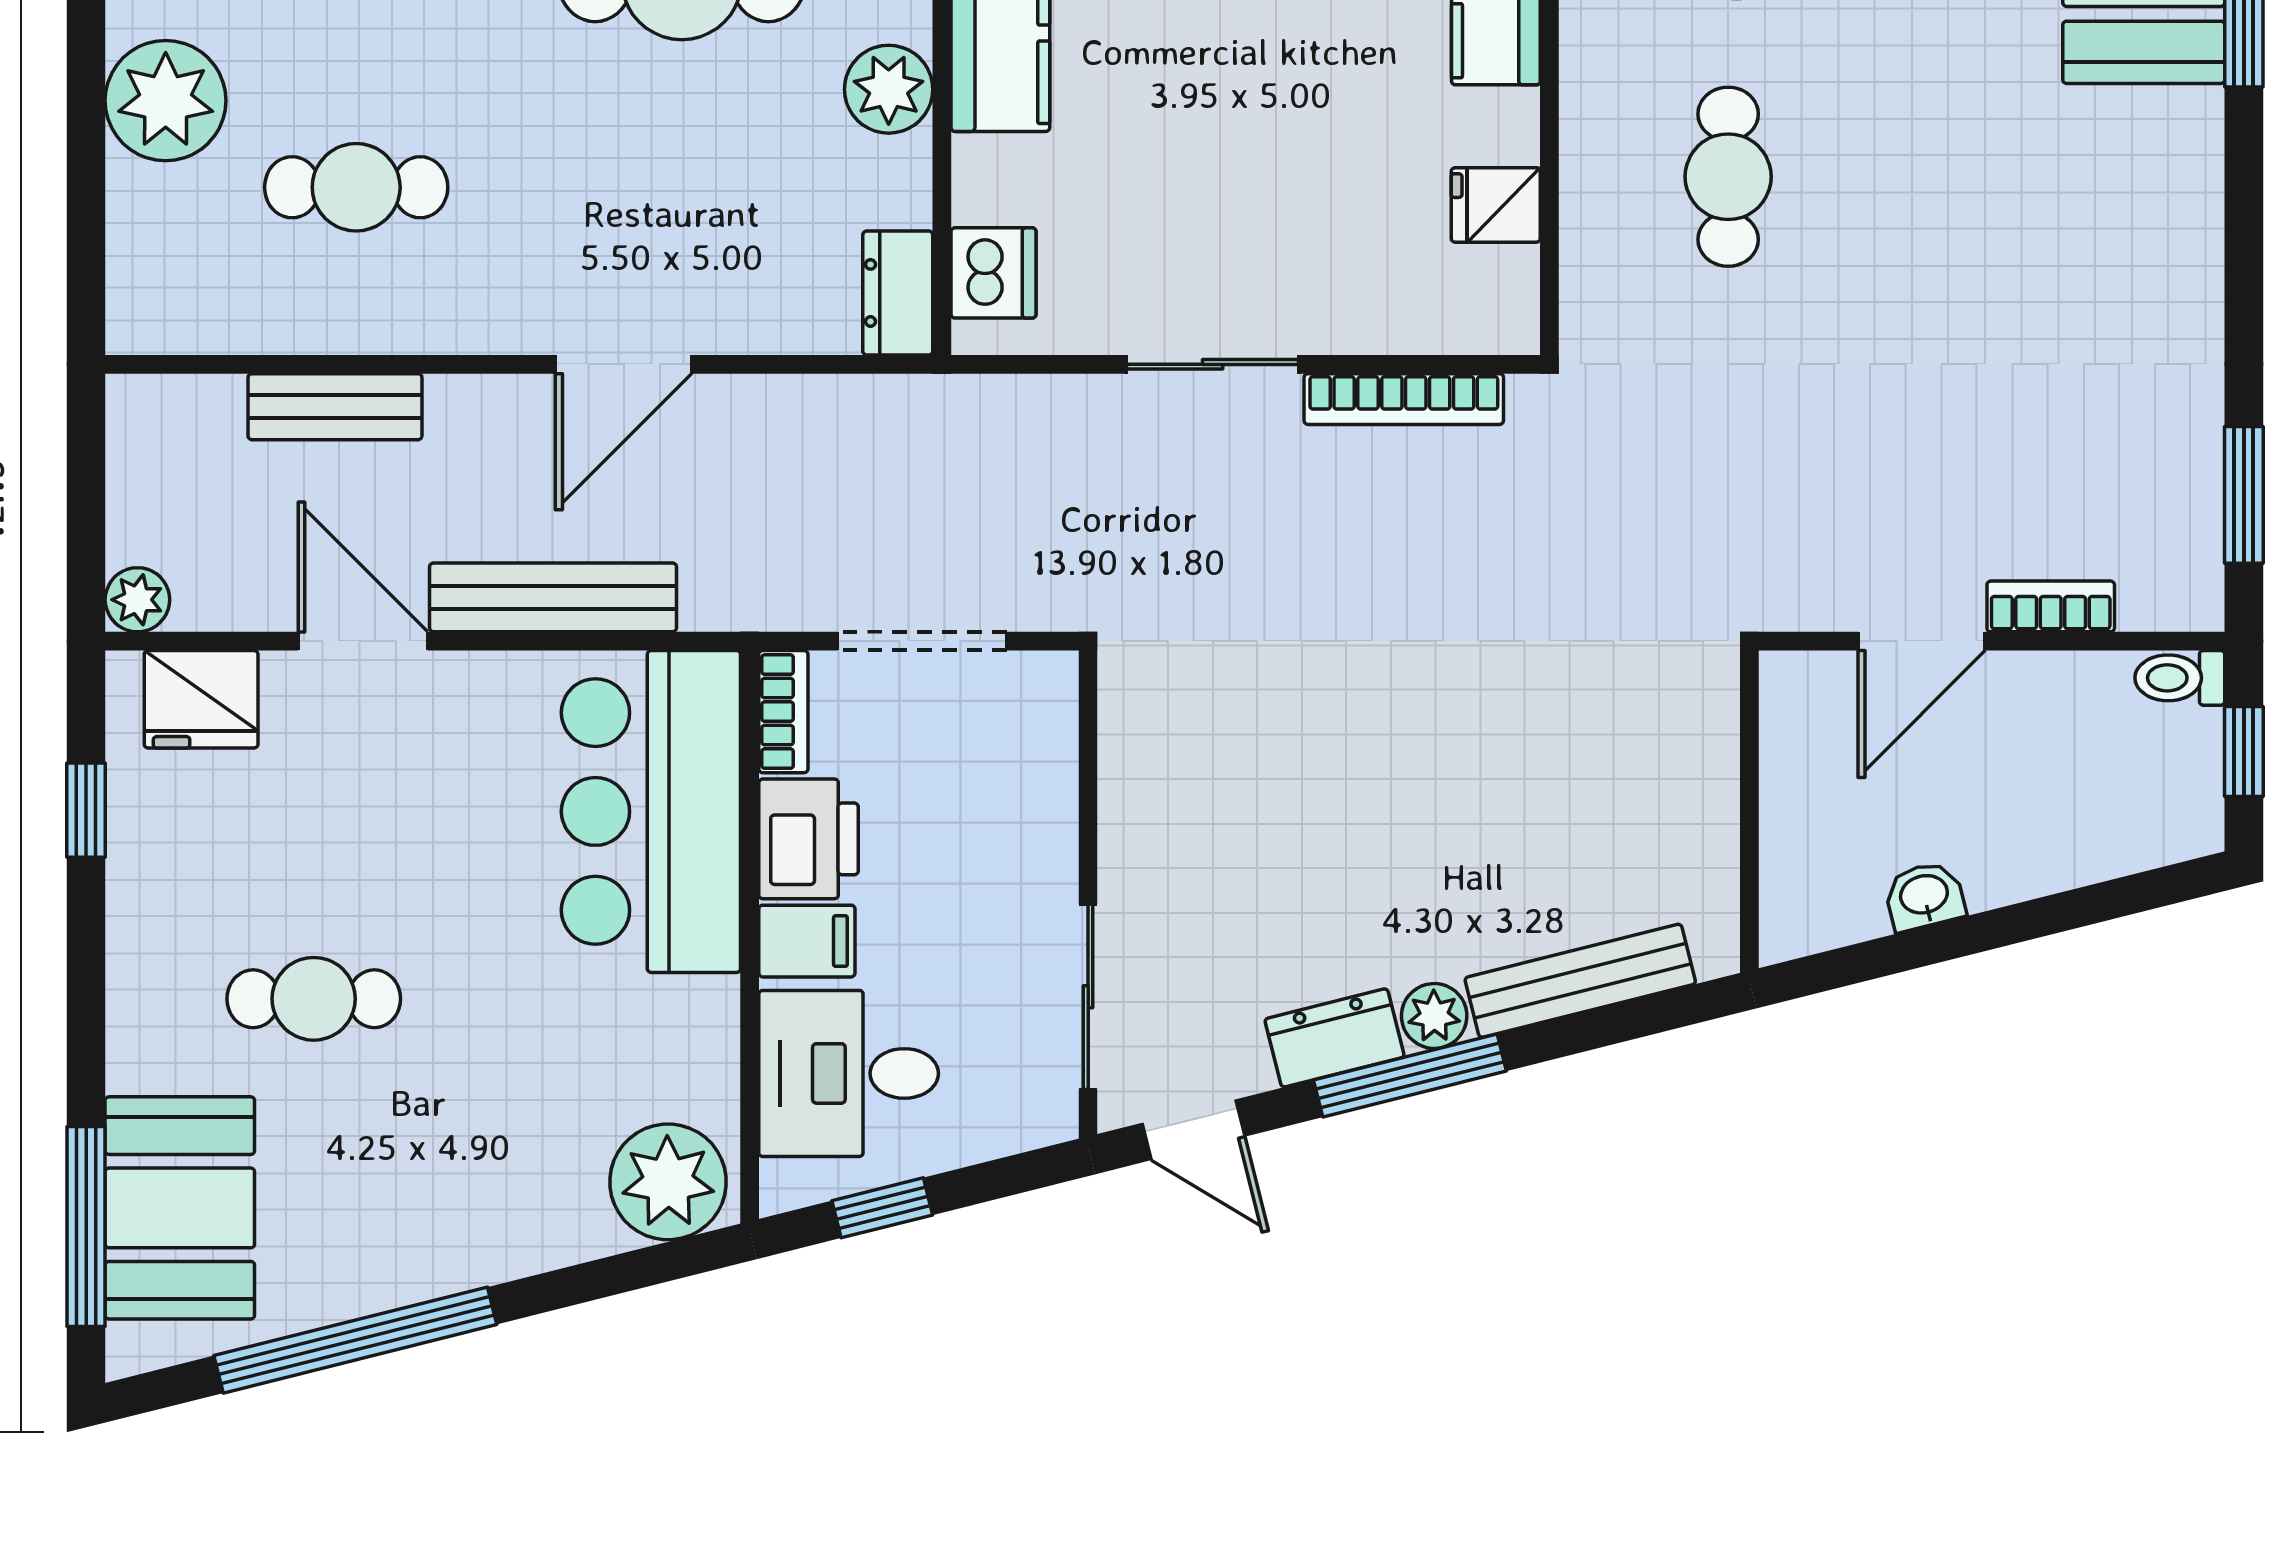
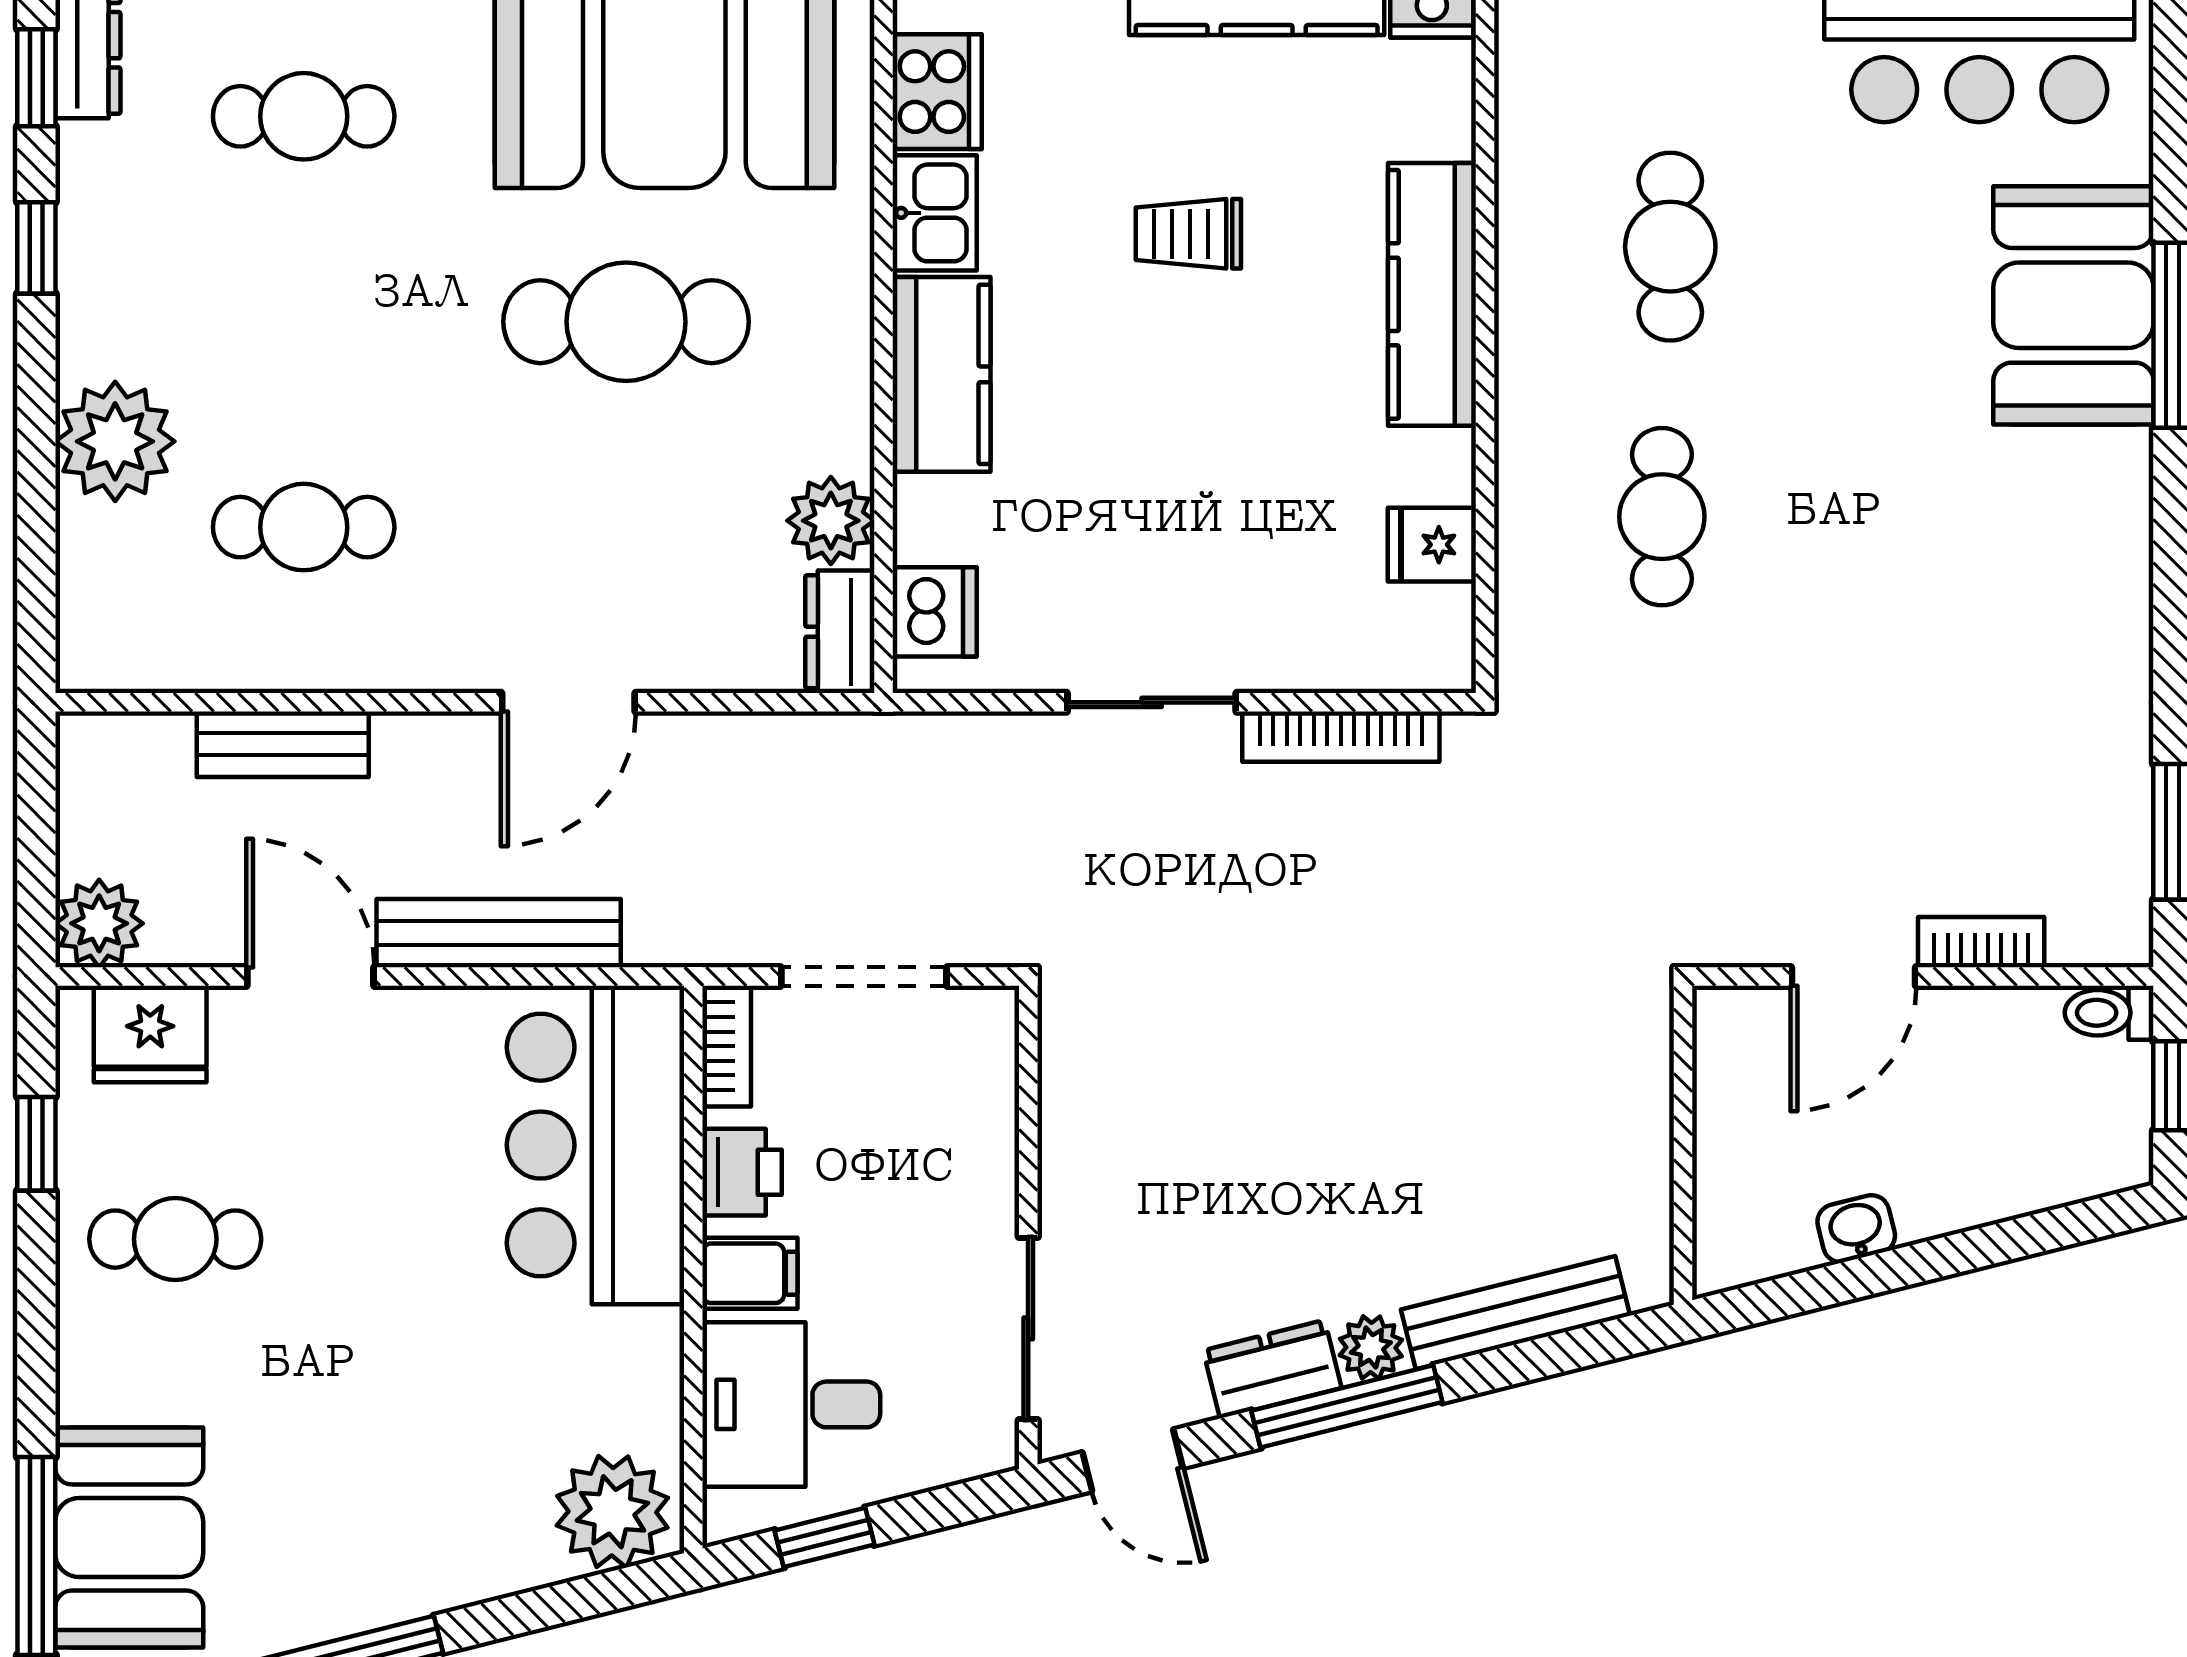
plant: (889, 89) -> (831, 521), moved
plant: (137, 600) -> (99, 923), width x1.38, depth x1.38
printer: (808, 839) -> (742, 1172), width x0.73, depth x0.81
cafe table: (314, 999) -> (175, 1239), moved

